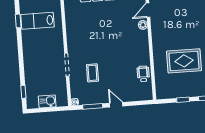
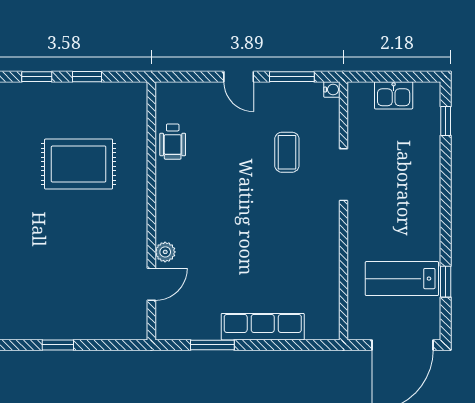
lab bench: (38, 21) -> (402, 279), turned 180

